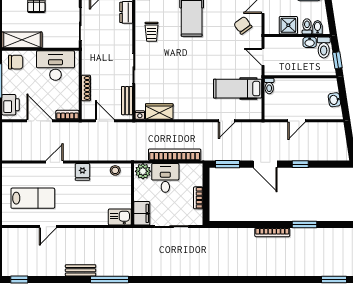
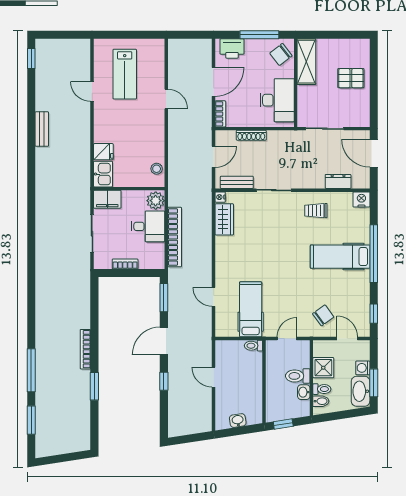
toilet: (324, 48) -> (298, 376), moved
chair: (16, 62) -> (281, 54), turned 52
fridge: (82, 172) -> (103, 152), moved, turned 180
window: (110, 279) -> (31, 370), moved

